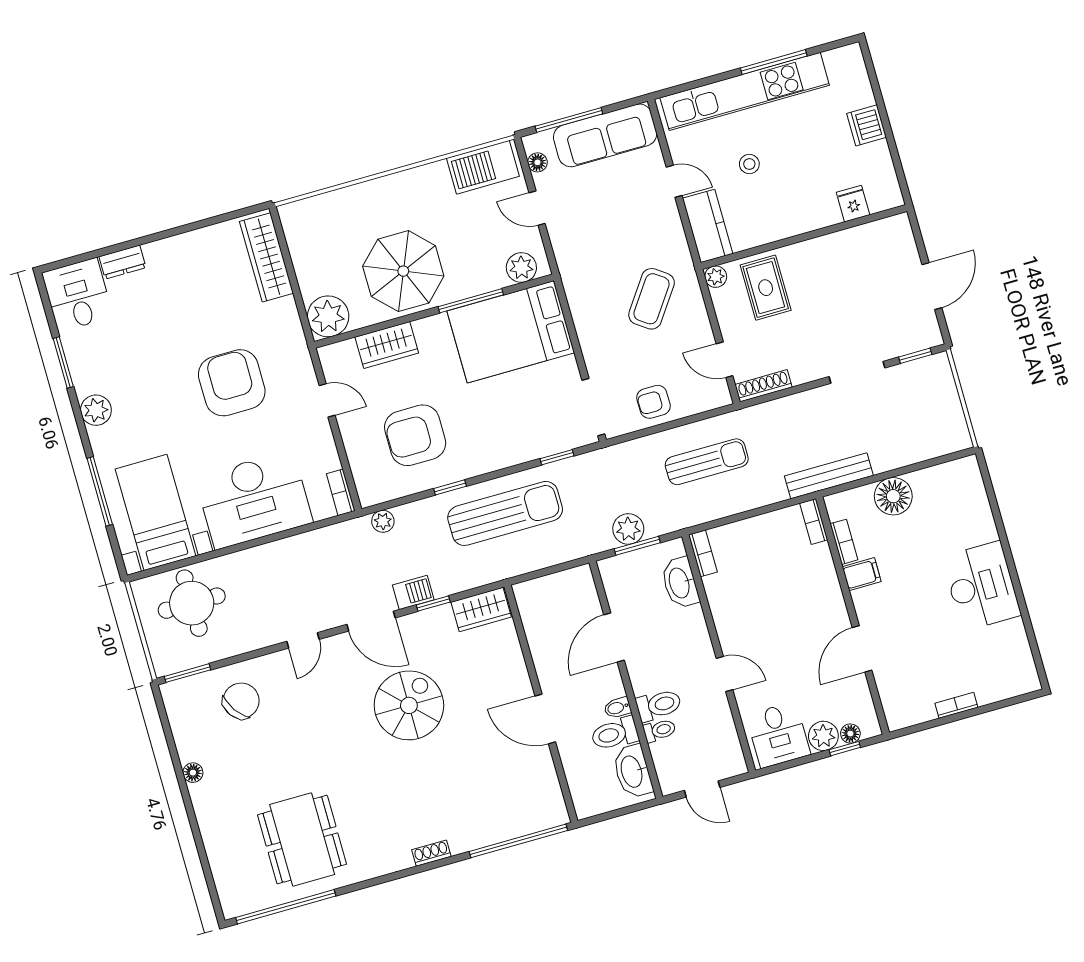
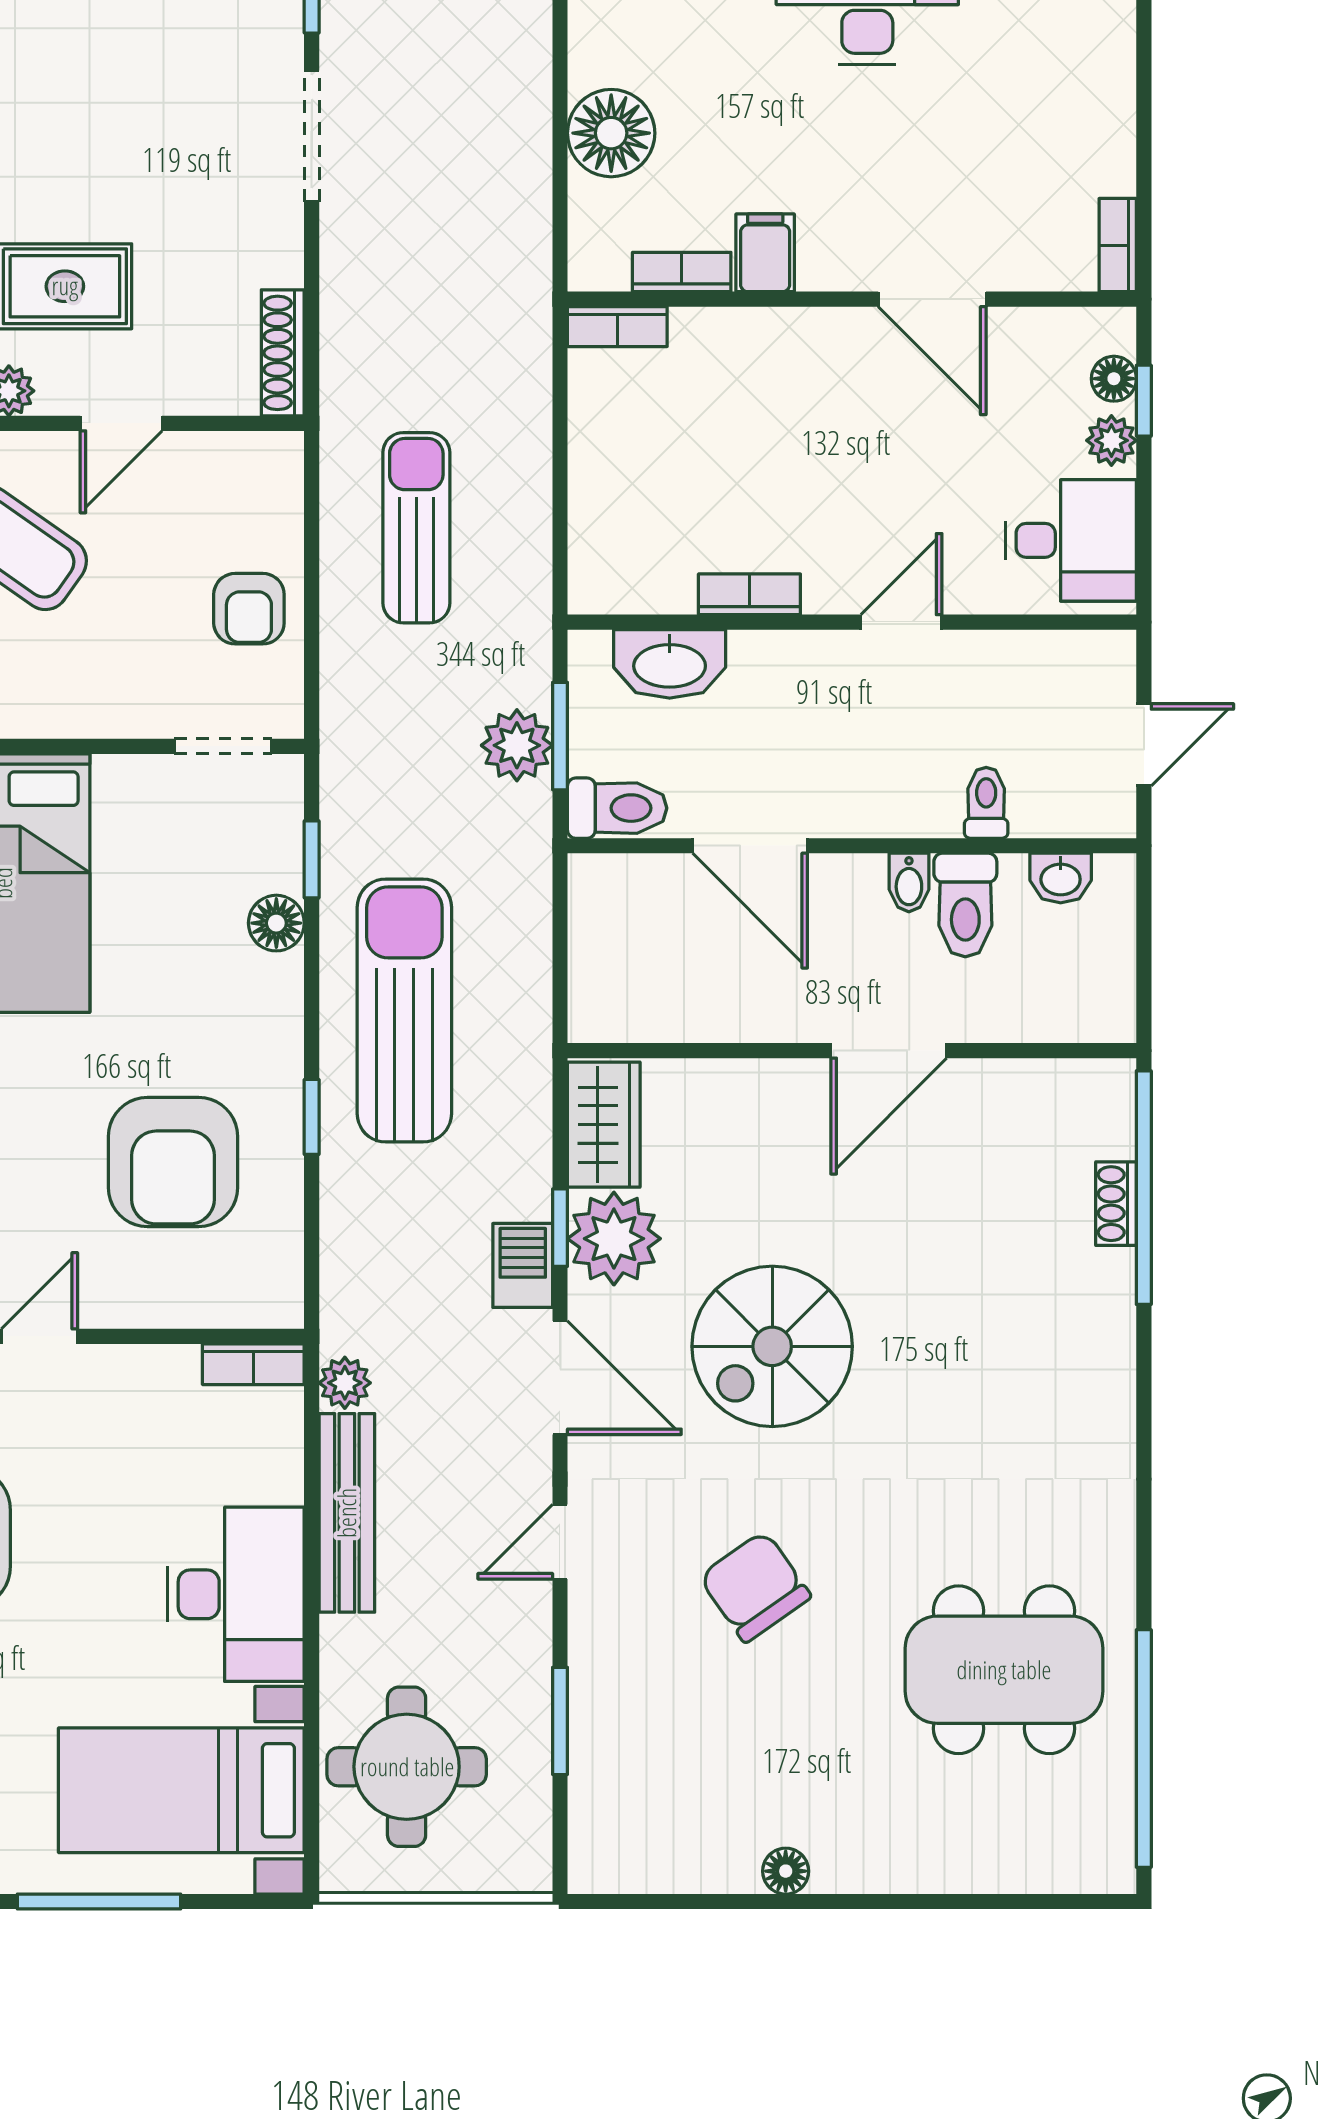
door: (725, 360) -> (121, 423), moved
doorway: (593, 407) -> (223, 746), width x0.73
floor lamp: (526, 450) -> (276, 923), added
bench: (829, 476) -> (347, 1513), moved
desk: (254, 500) -> (236, 1594), width x0.73, depth x0.77
plant: (383, 521) -> (345, 1383), moved
bookcase: (703, 553) -> (749, 594), moved
door: (371, 621) -> (560, 1378), hinge flipped
plant: (435, 627) -> (614, 1239), added
door: (303, 640) -> (560, 1542), swing flipped
window: (187, 673) -> (560, 1721), moved
chair: (241, 701) -> (755, 1587), moved
spiral stairs: (409, 705) -> (772, 1346), turned -90
toilet: (659, 705) -> (617, 808), moved, turned 90
bookcase: (956, 705) -> (1118, 245), moved
plant: (823, 736) -> (1111, 440), width x0.73, depth x0.73
washbasin: (632, 771) -> (1061, 878), width x0.52, depth x0.69
shoe rack: (431, 853) -> (1116, 1204), moved

